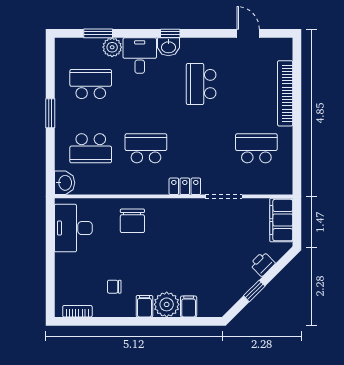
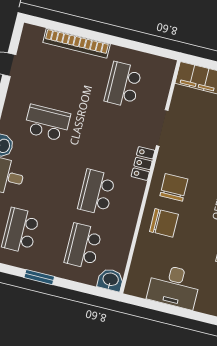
school desk: (201, 84) -> (47, 123), turned 180
school desk: (91, 148) -> (83, 246), turned 180
chair: (169, 222) -> (174, 187), added
desk: (73, 228) -> (174, 286), moved

